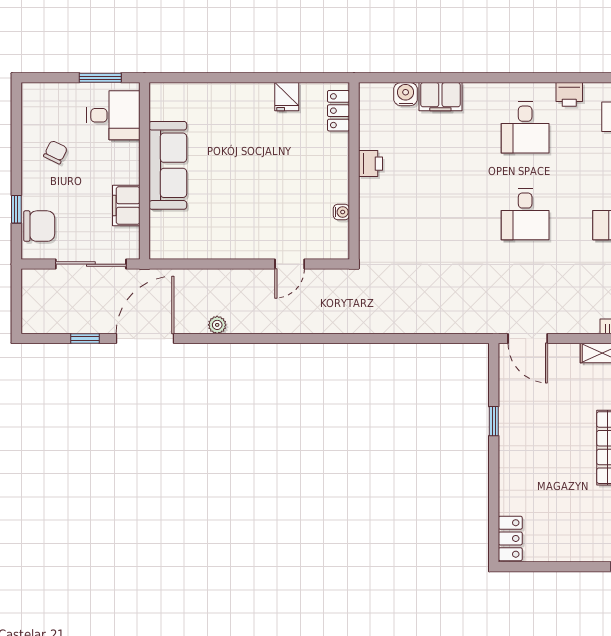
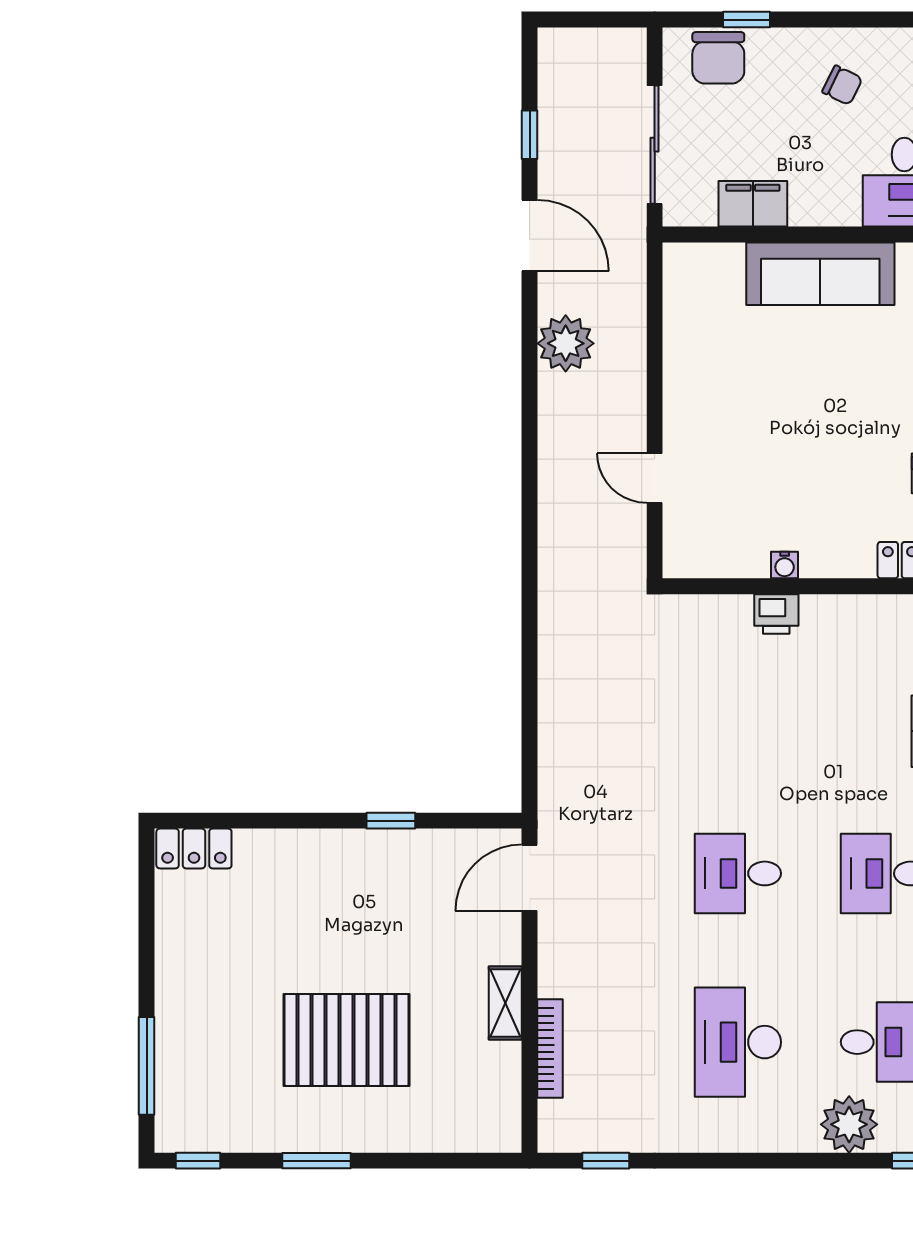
printer: (371, 164) -> (776, 614), moved
water cooler: (341, 212) -> (785, 565), moved
plant: (217, 325) -> (566, 343), width x1.87, depth x1.87
door: (145, 339) -> (530, 235), width x0.73

